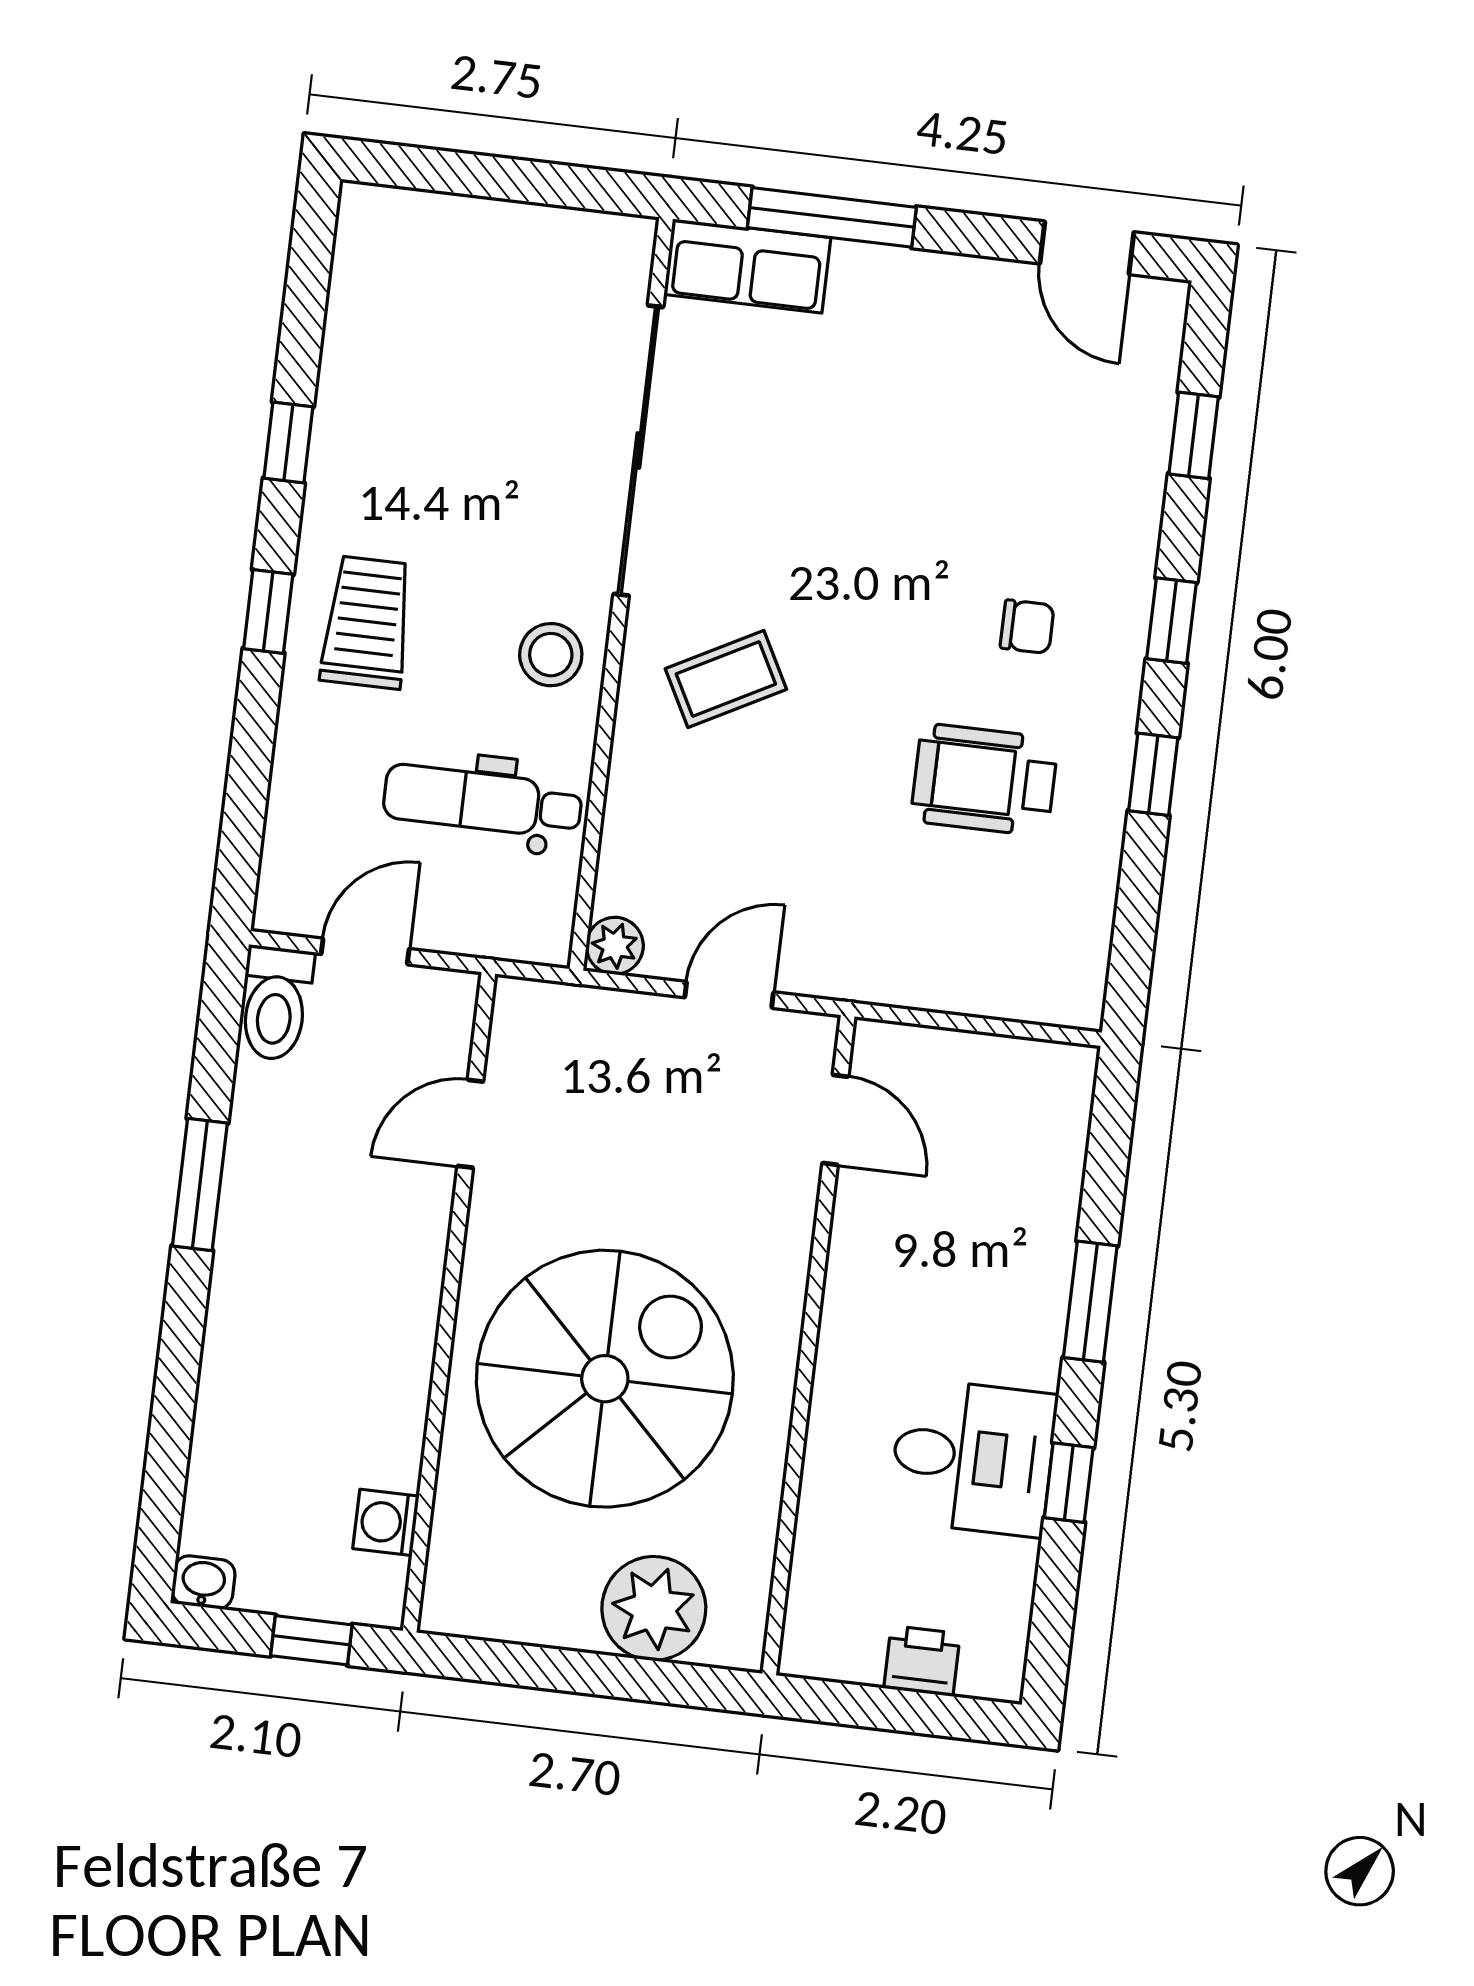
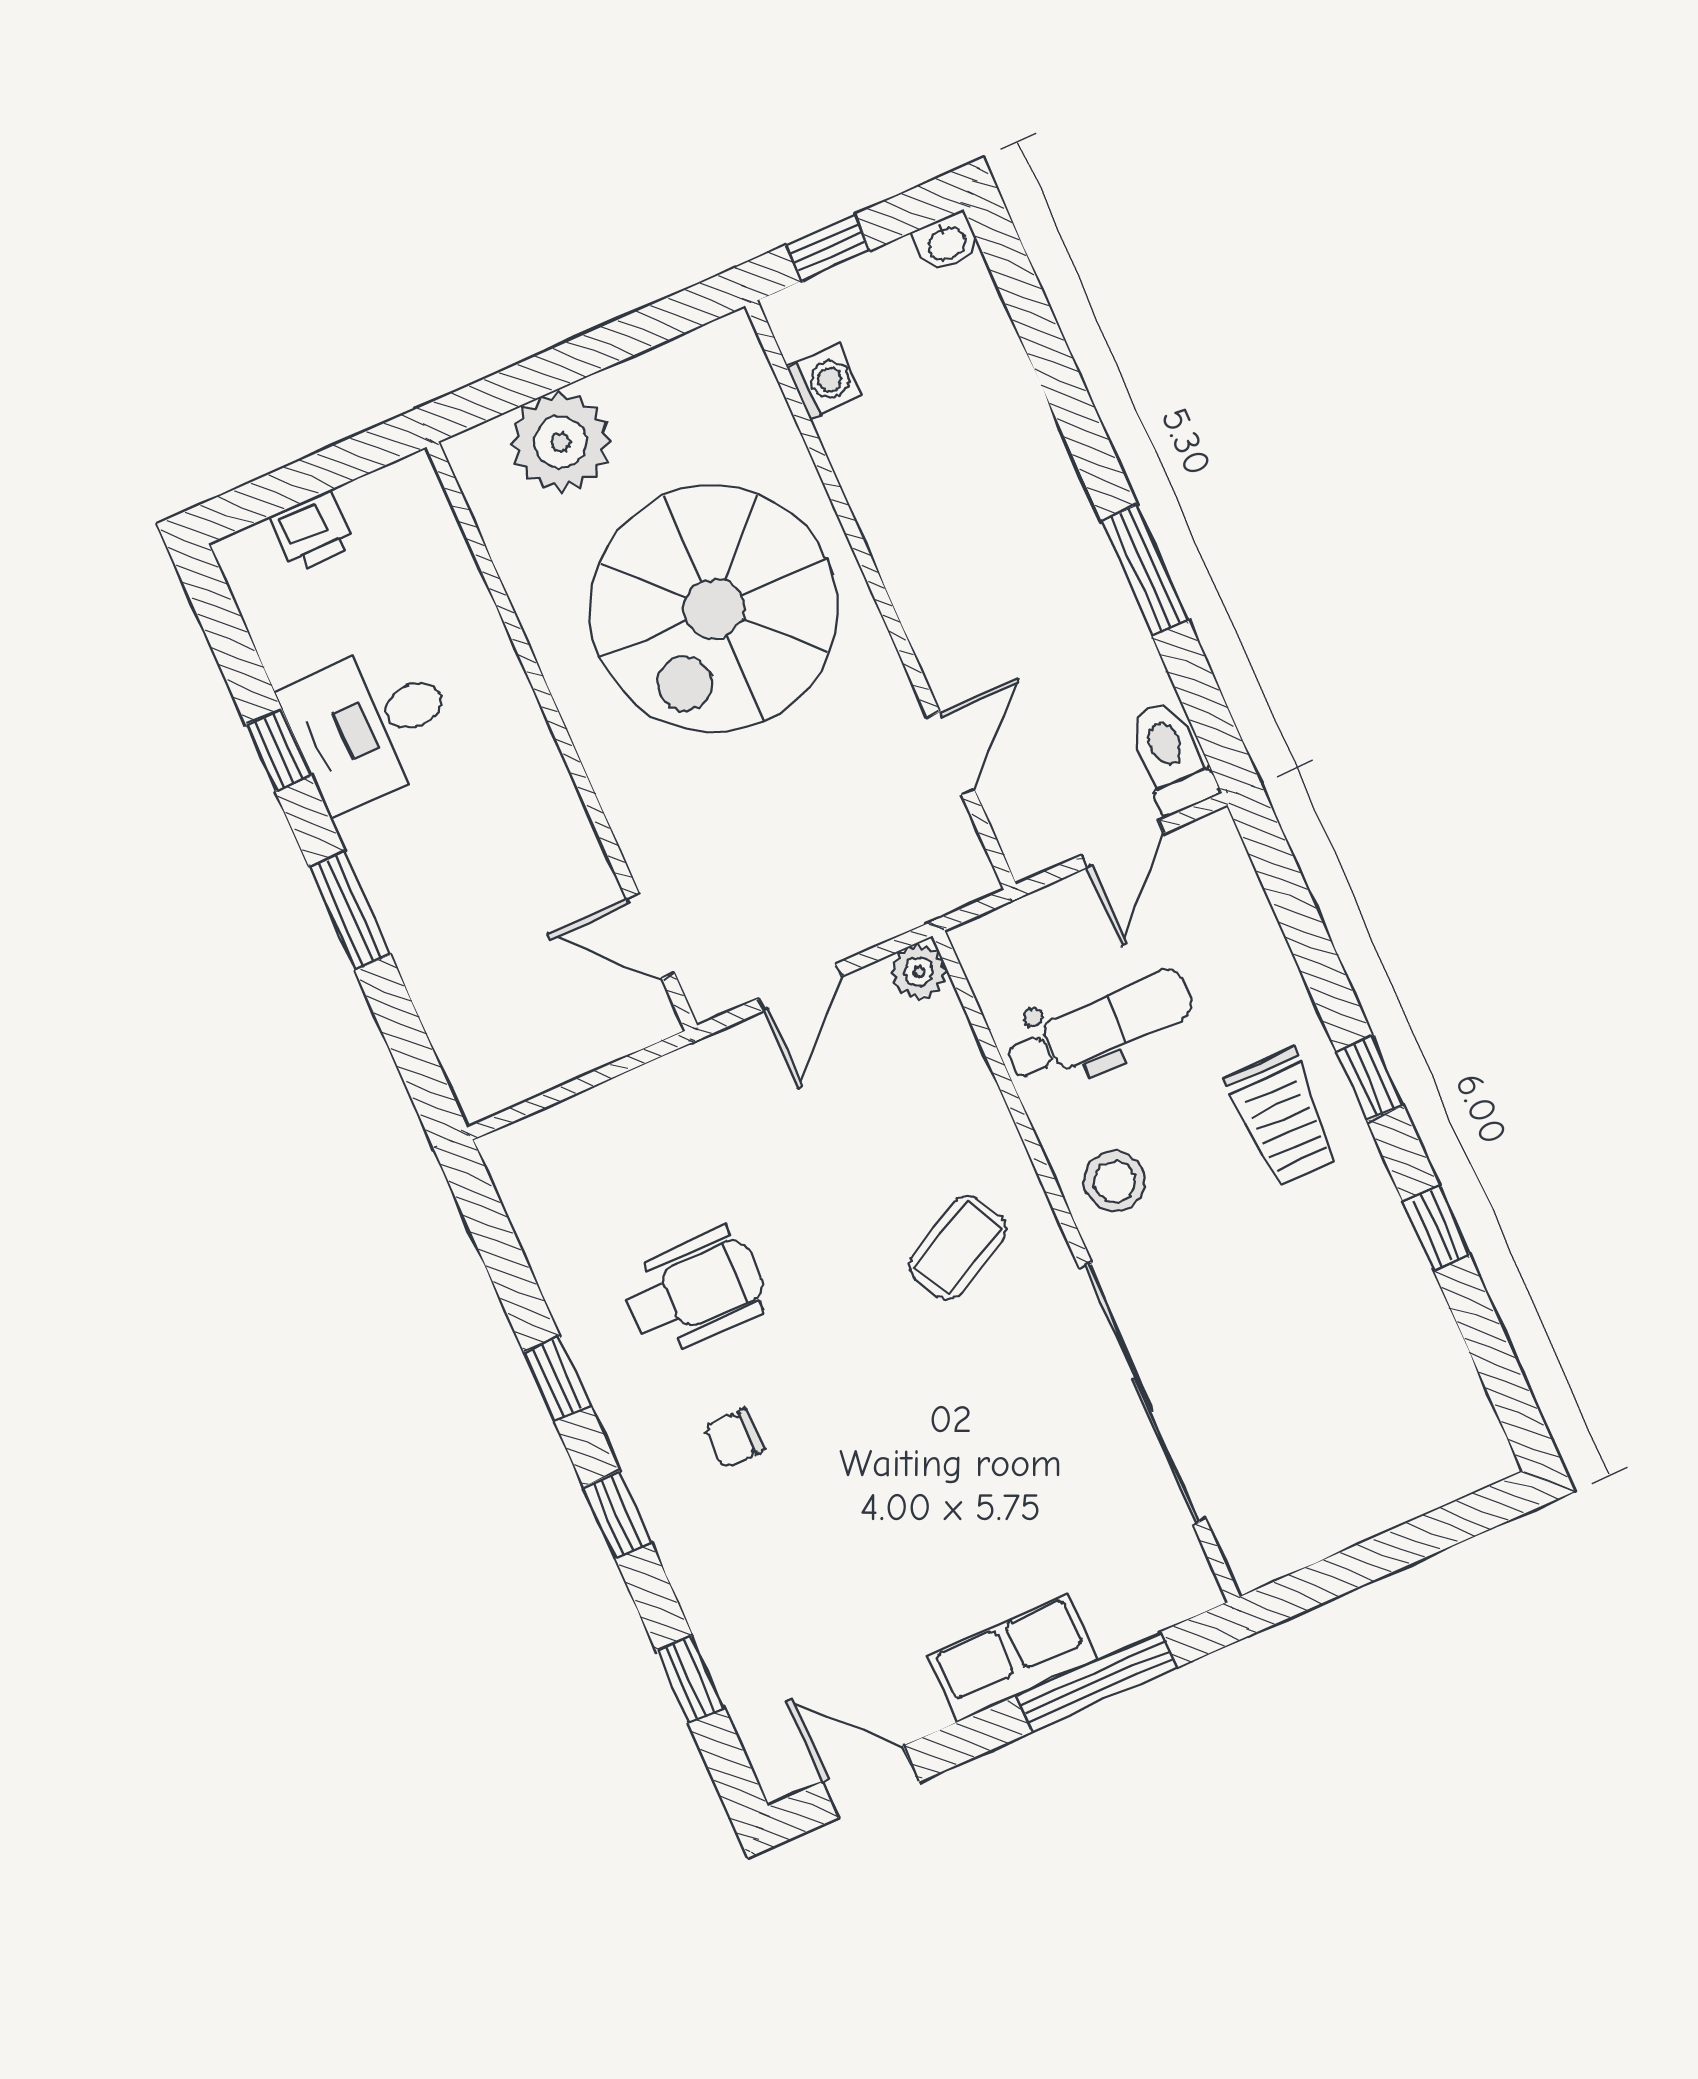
row of seats: (747, 266) -> (1013, 1658), moved

